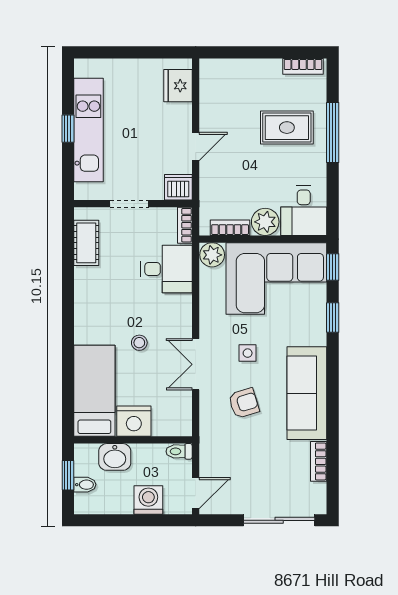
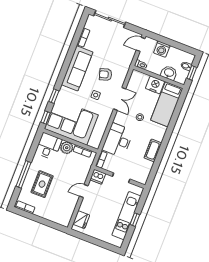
rug: (287, 128) -> (42, 184), turned 90
cot: (86, 243) -> (153, 150), moved
plant: (212, 255) -> (95, 142), removed
desk: (166, 269) -> (118, 140), width x1.37

